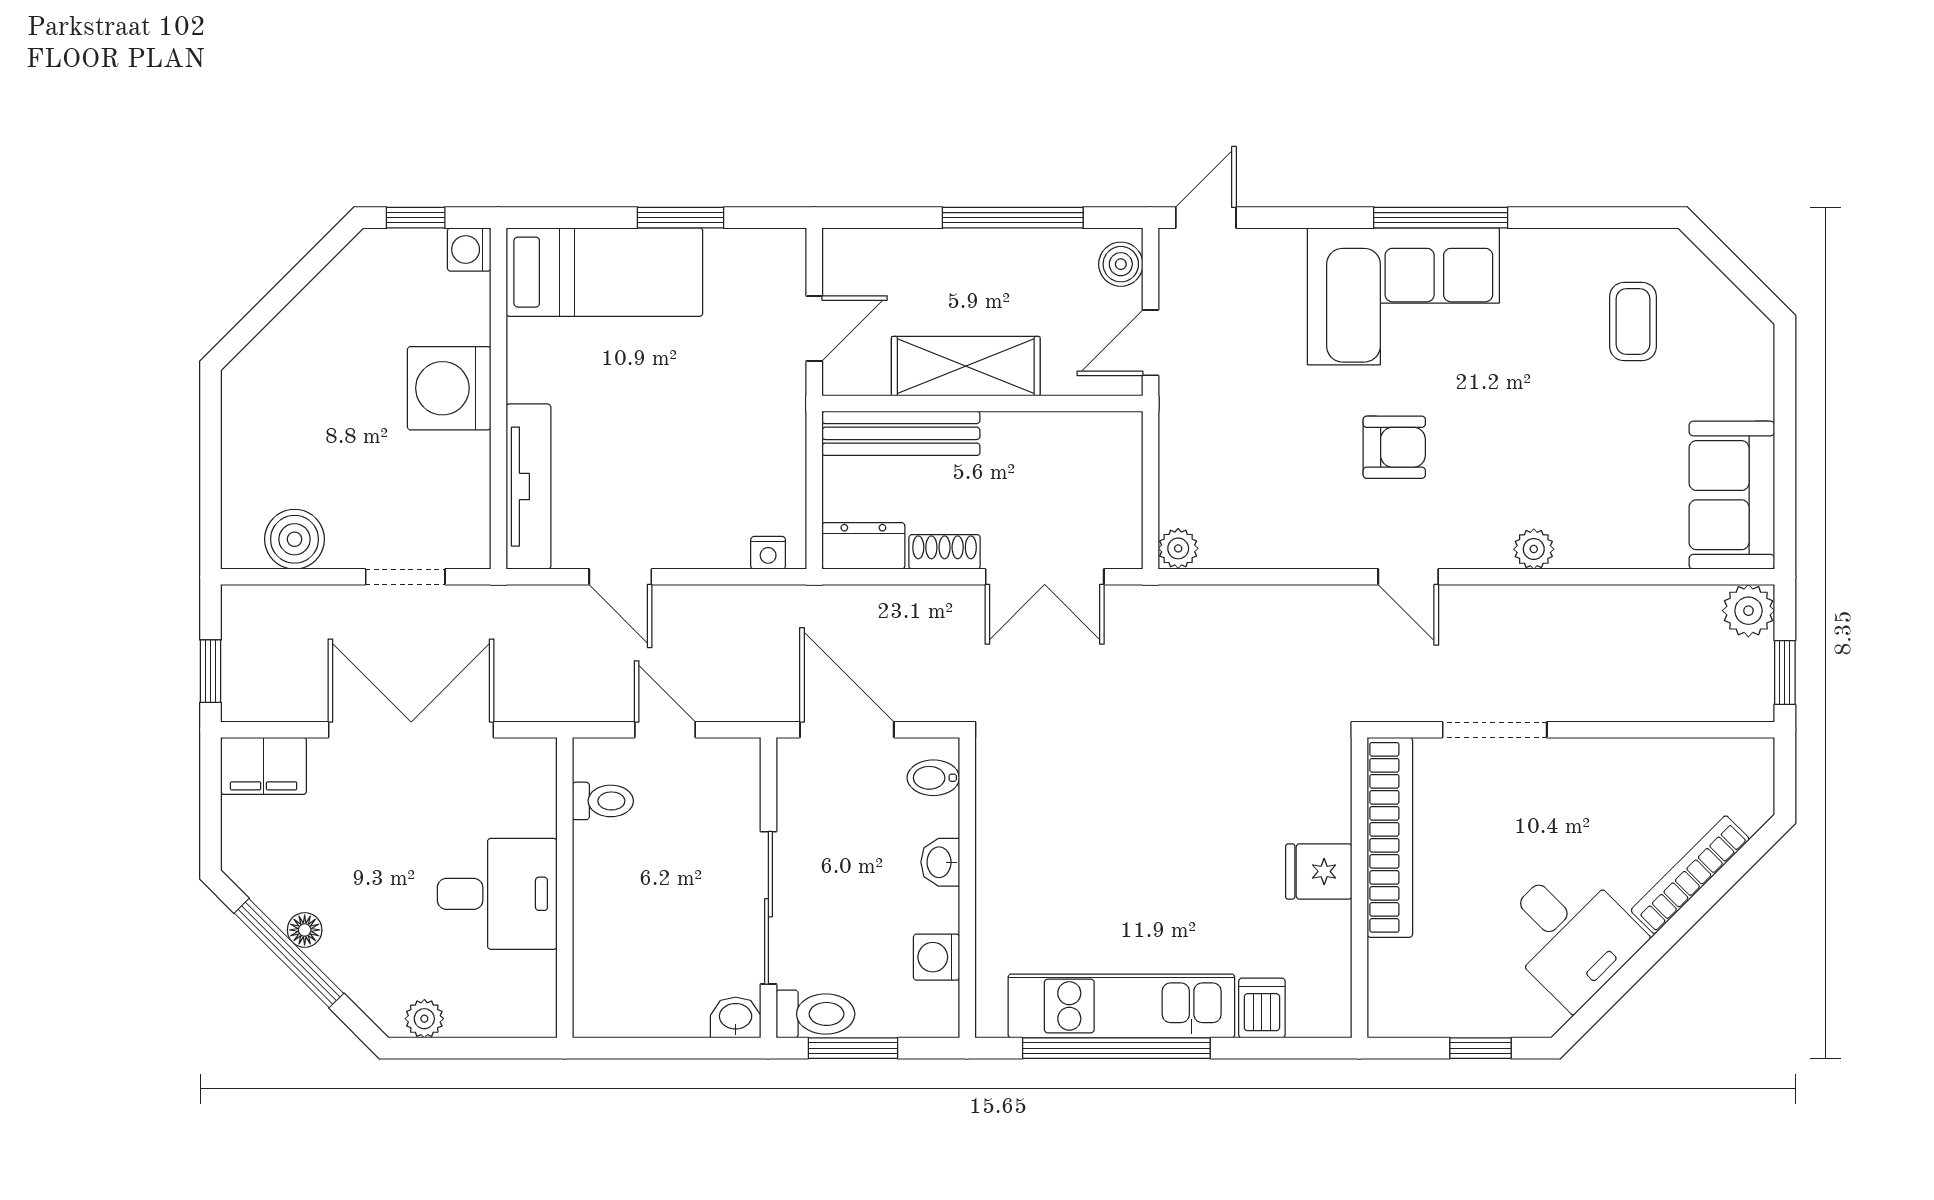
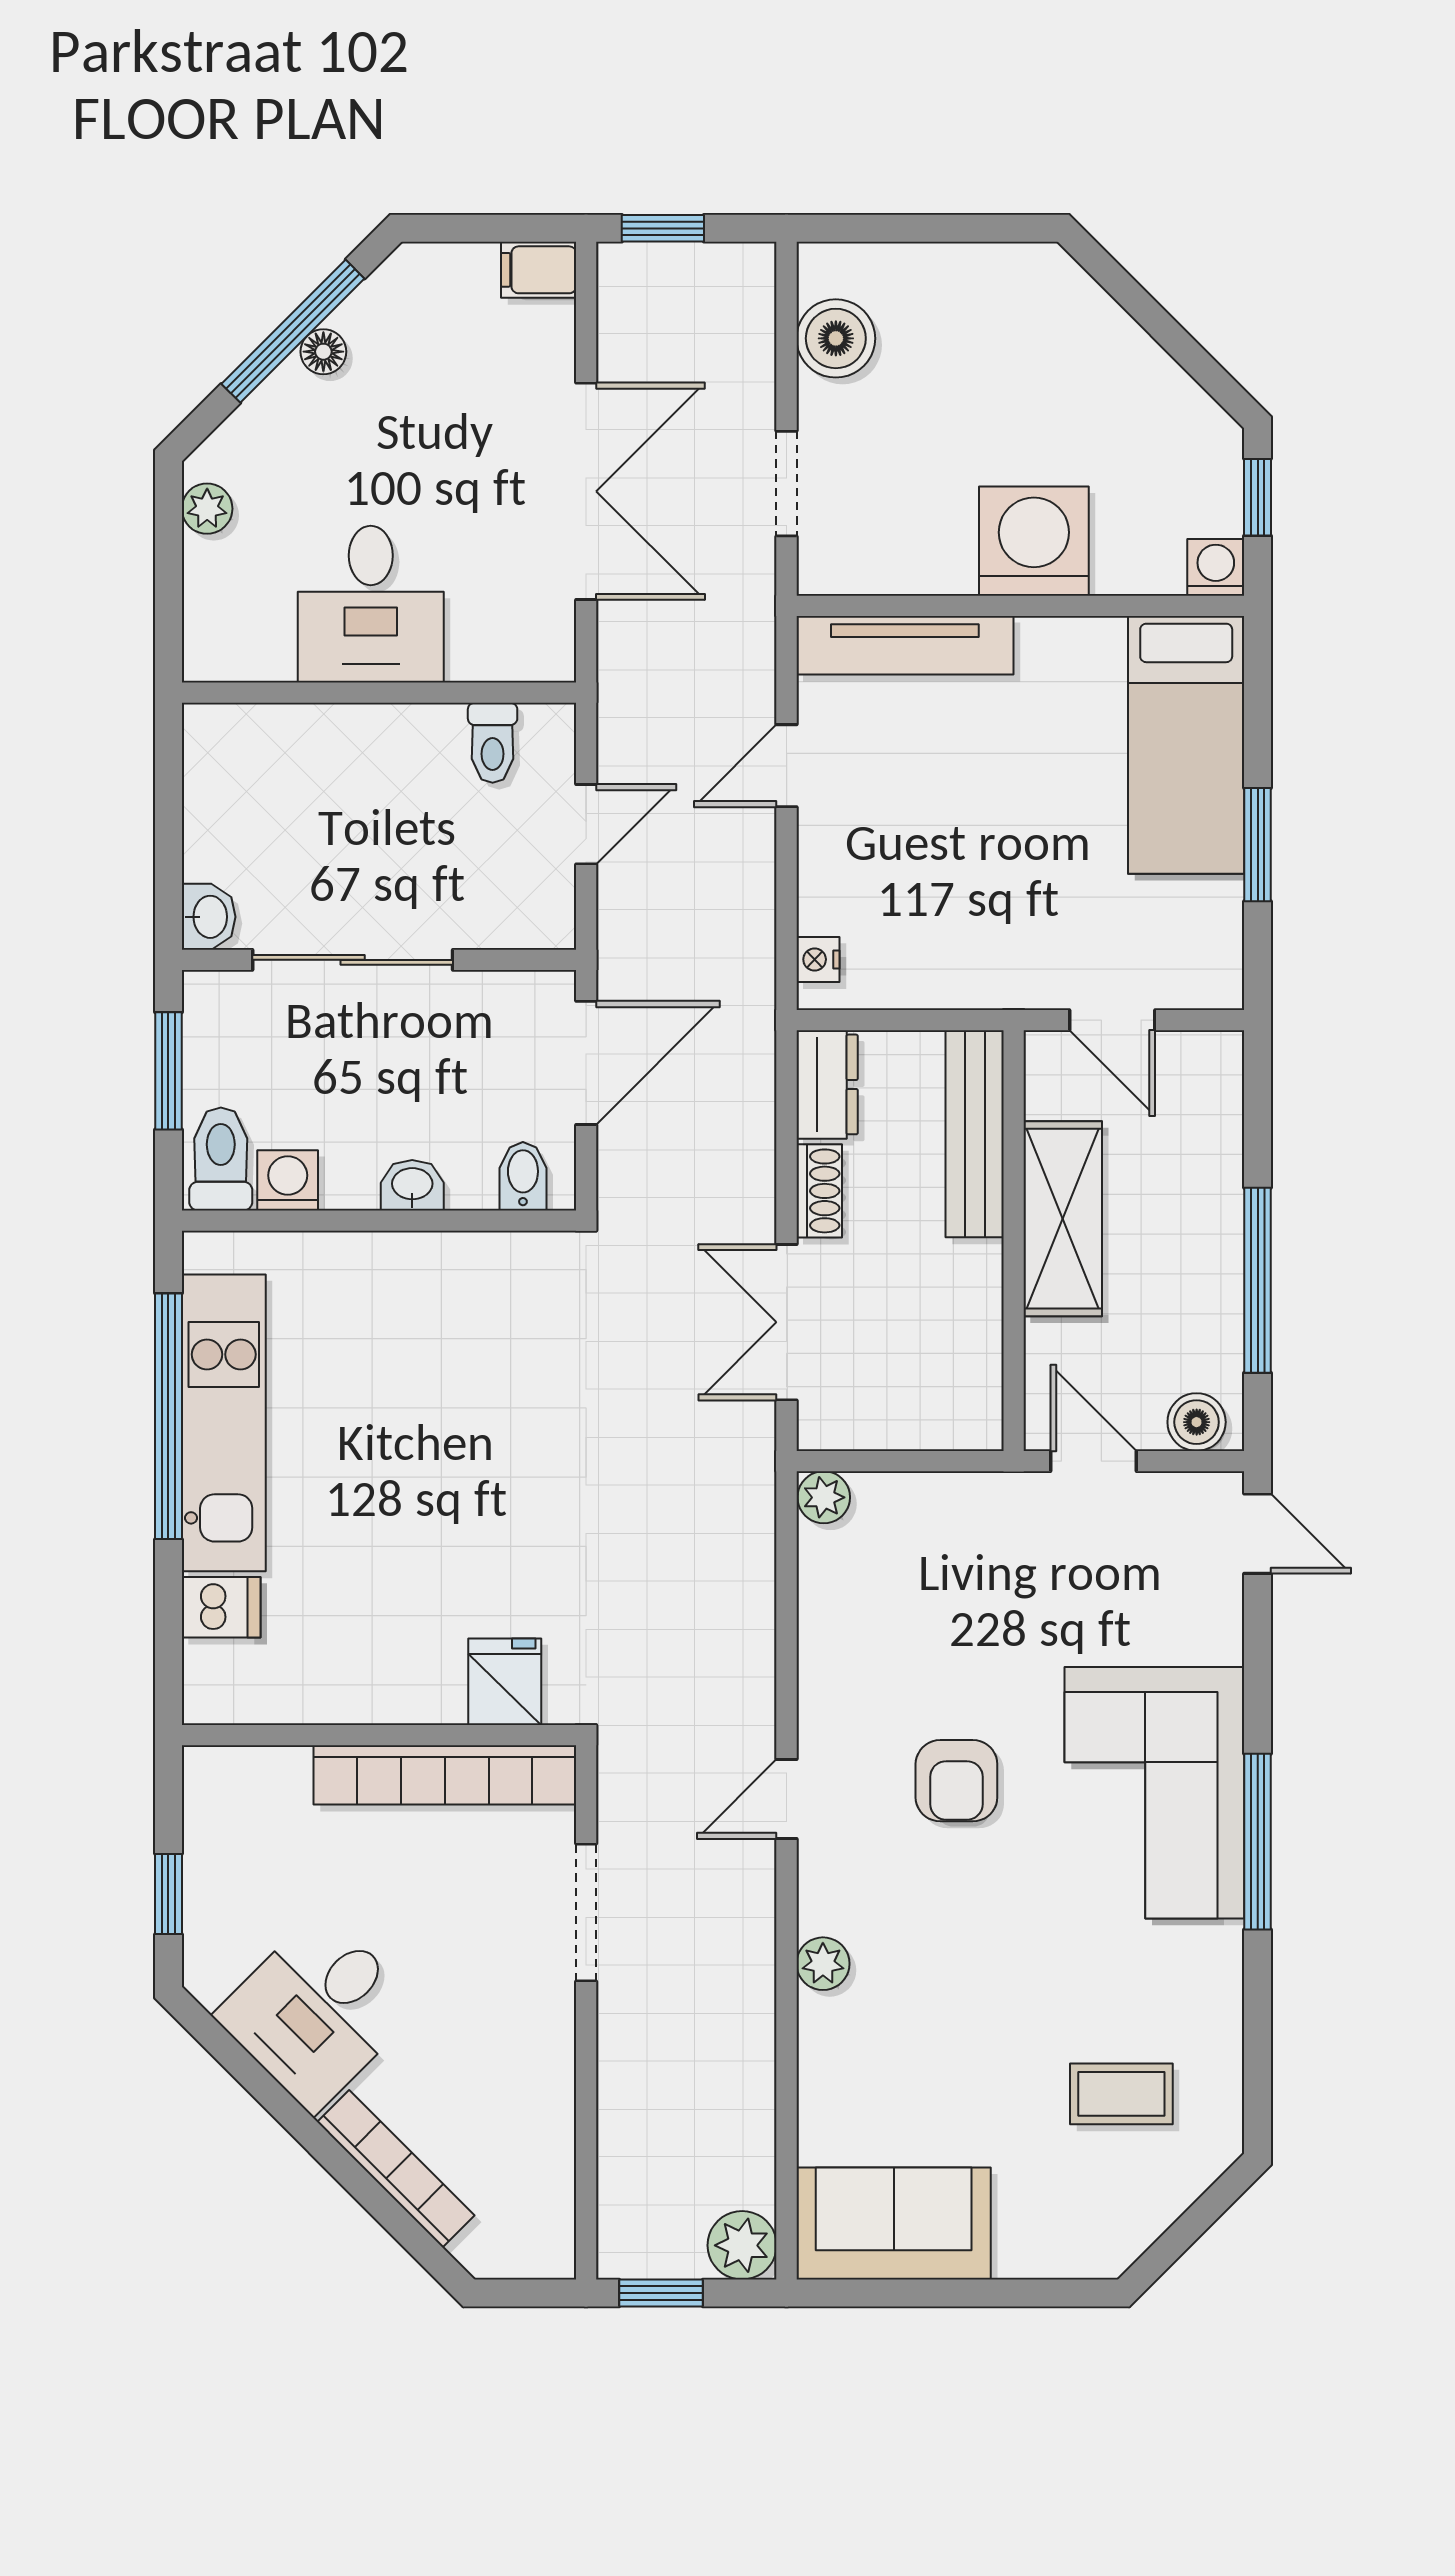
filing cabinet: (264, 766) -> (539, 270), width x0.50
fridge: (1319, 871) -> (505, 1682), moved
toilet: (815, 1014) -> (221, 1159), moved, turned 180

